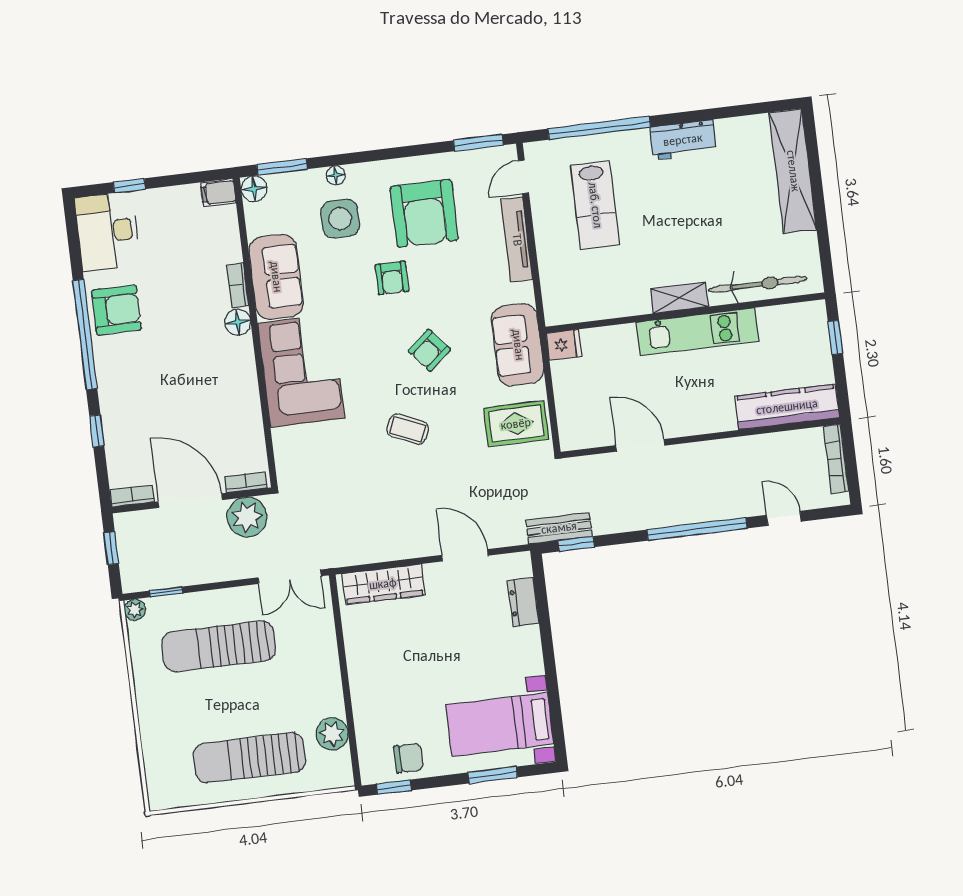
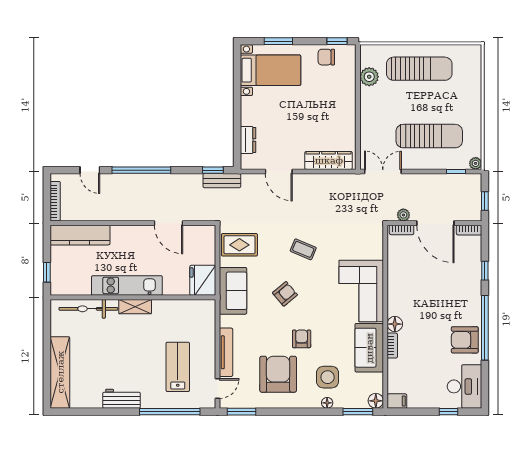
fridge: (564, 345) -> (203, 280), width x1.88, depth x1.34
plant: (247, 517) -> (403, 215), width x0.53, depth x0.53

